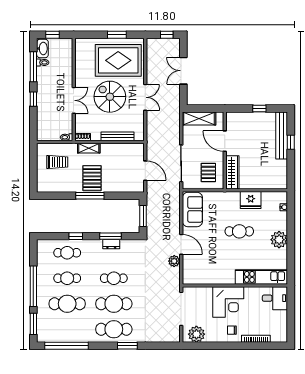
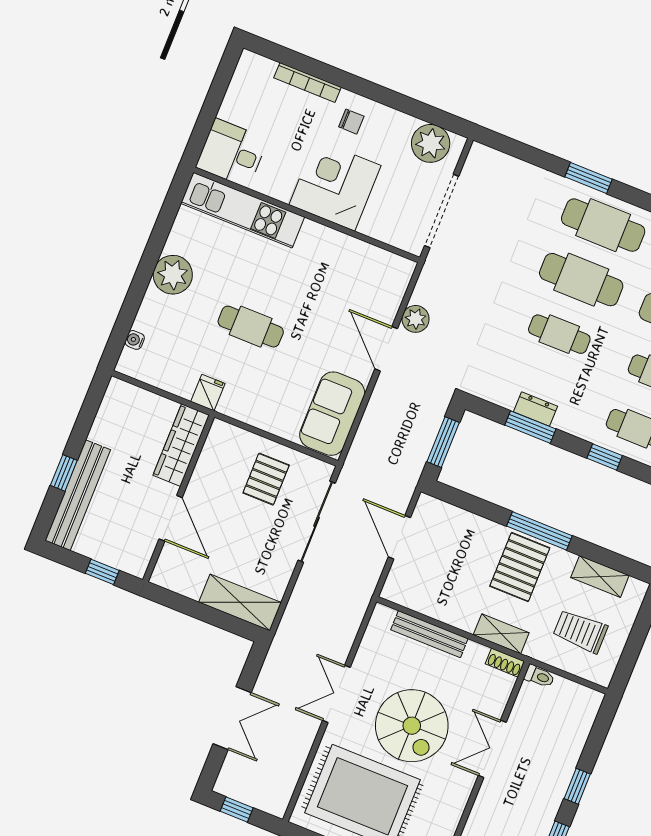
door: (225, 141) -> (171, 518), moved
wall: (225, 151) -> (179, 498), moved
wardrobe: (232, 172) -> (181, 445), moved
shelving: (58, 187) -> (600, 576), added
fridge: (251, 200) -> (208, 393), width x0.53, depth x0.75

